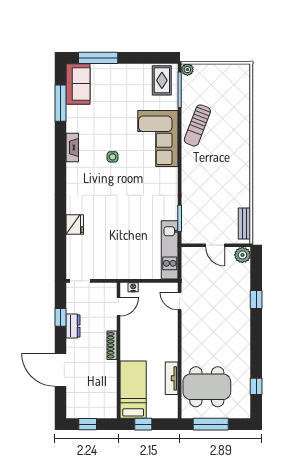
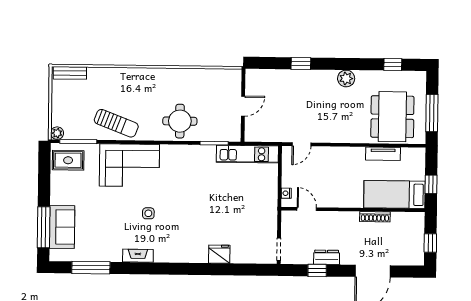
sofa: (78, 84) -> (62, 227), moved, turned 90
round table: (200, 186) -> (180, 121), added
bench: (244, 224) -> (70, 73), moved
plant: (242, 255) -> (346, 78), moved
shoe rack: (112, 345) -> (375, 217), moved

